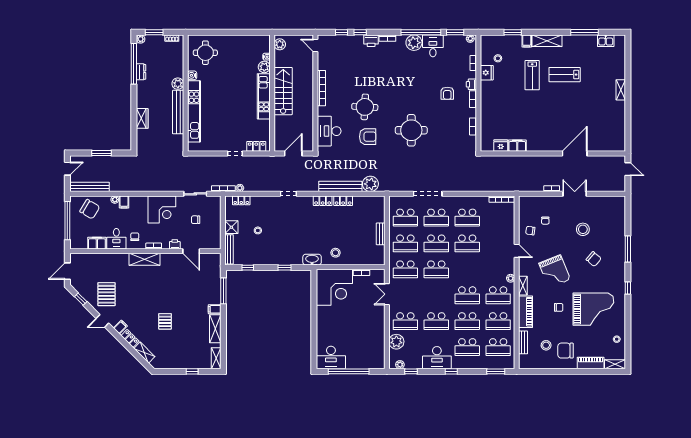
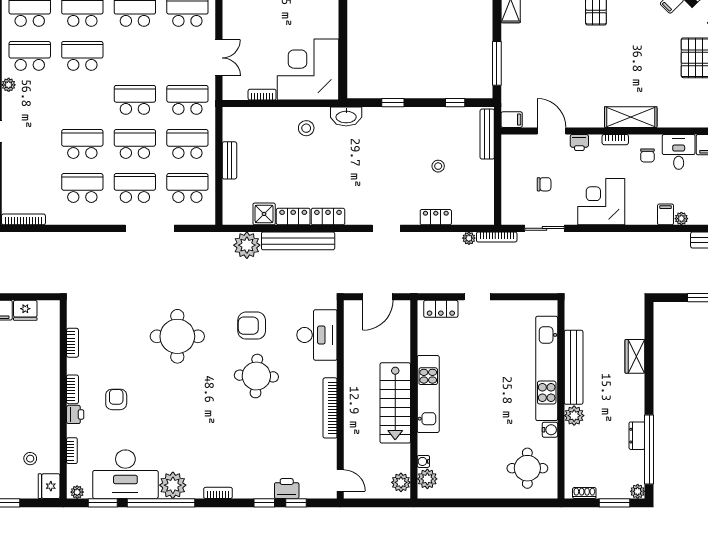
printer: (371, 41) -> (287, 489), moved
desk: (433, 46) -> (125, 474), width x1.87, depth x1.30
plant: (264, 67) -> (427, 479), moved
fridge: (487, 73) -> (49, 486), moved
locker: (241, 200) -> (436, 217), moved
shower: (231, 227) -> (264, 214), moved
filing cabinet: (215, 309) -> (512, 120), moved

